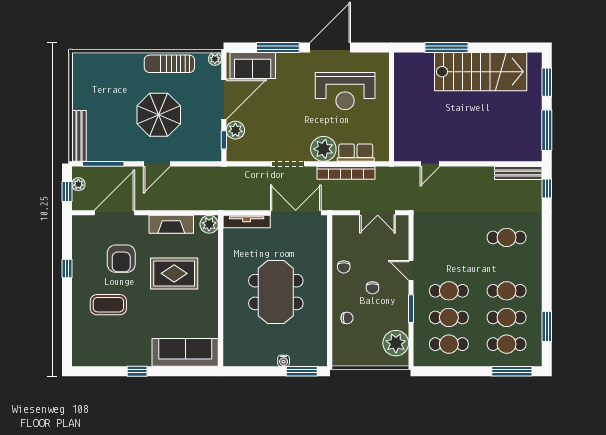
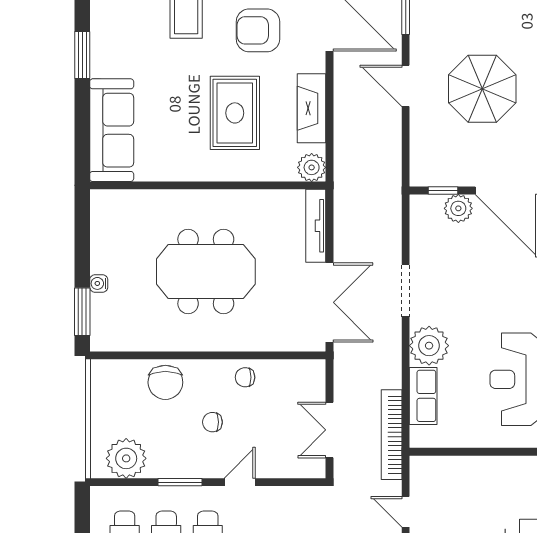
bookcase: (346, 173) -> (392, 435), moved
chair: (347, 318) -> (165, 382), width x1.87, depth x1.87
window: (137, 371) -> (82, 55), width x1.50

